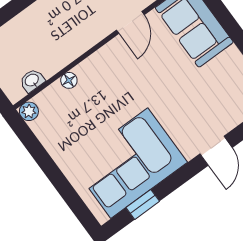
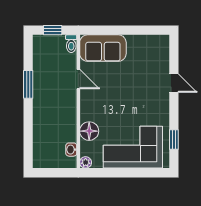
floor lamp: (69, 80) -> (89, 131), width x1.89, depth x1.89
corner sofa: (129, 163) -> (133, 147), moved, turned 90

